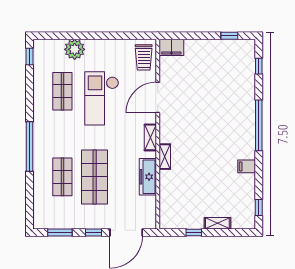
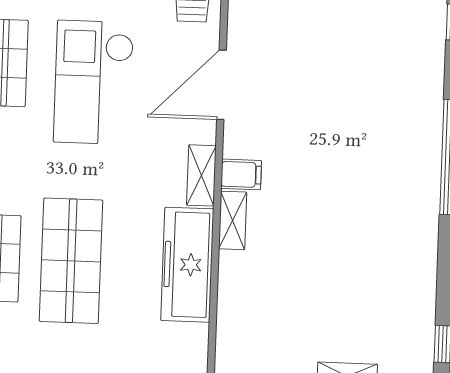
filing cabinet: (247, 166) -> (241, 174), moved, turned 180
freezer: (148, 177) -> (187, 265), width x1.36, depth x1.26

